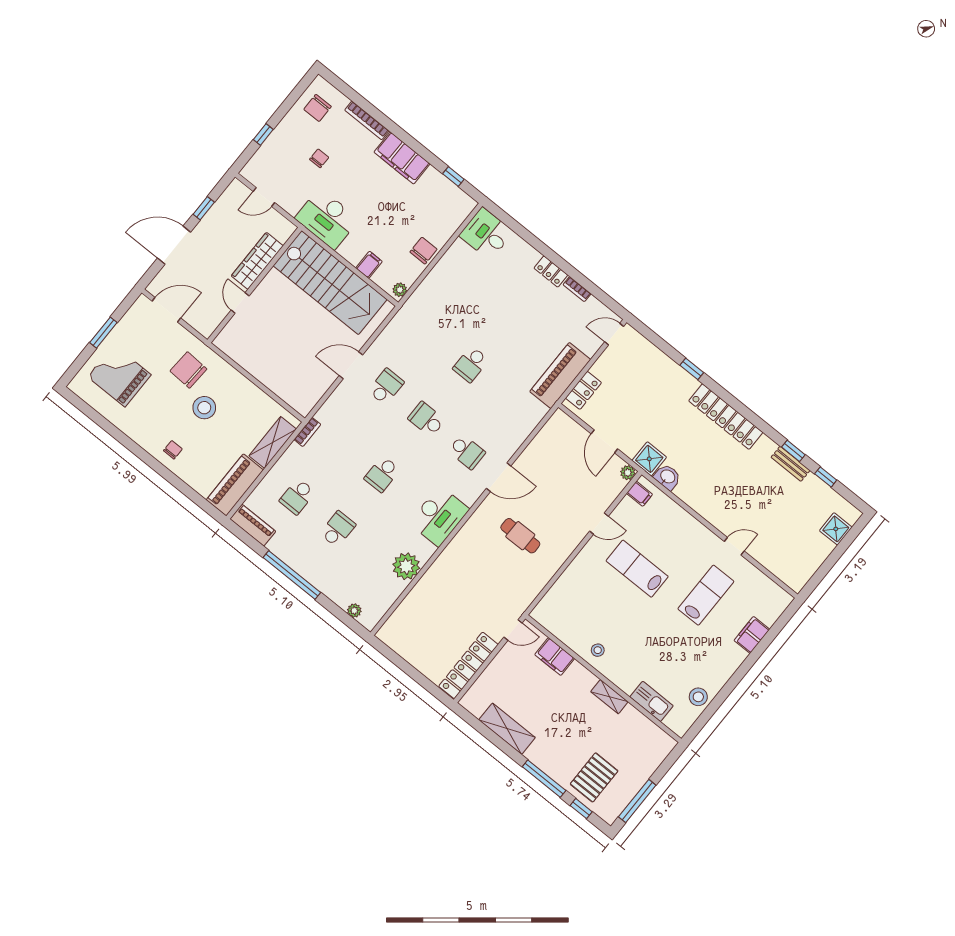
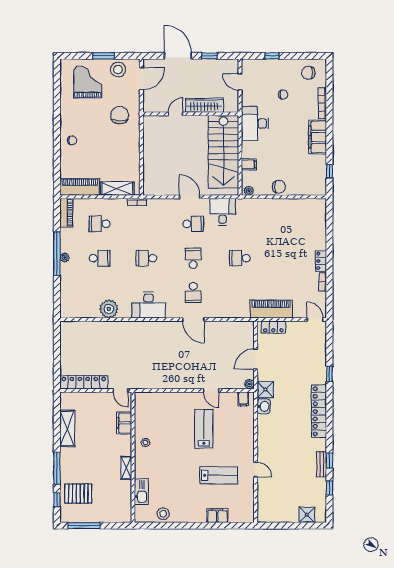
desk: (486, 234) -> (223, 212), moved
door: (166, 310) -> (141, 79), hinge flipped
stool: (204, 408) -> (118, 69), moved
cafe table: (520, 536) -> (172, 355), removed
plant: (354, 611) -> (65, 257), moved

